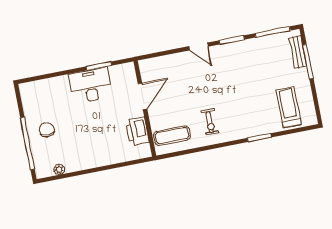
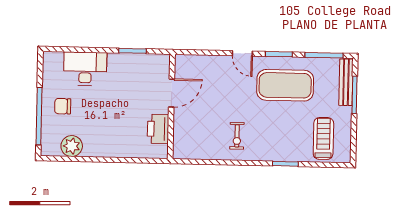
bench: (298, 52) -> (346, 82), width x1.36
desk: (91, 86) -> (85, 69), moved
chair: (47, 130) -> (63, 106), turned -90
exercise mat: (172, 136) -> (285, 85), moved, width x2.00, depth x1.45
plant: (59, 169) -> (72, 146), width x1.88, depth x1.88

